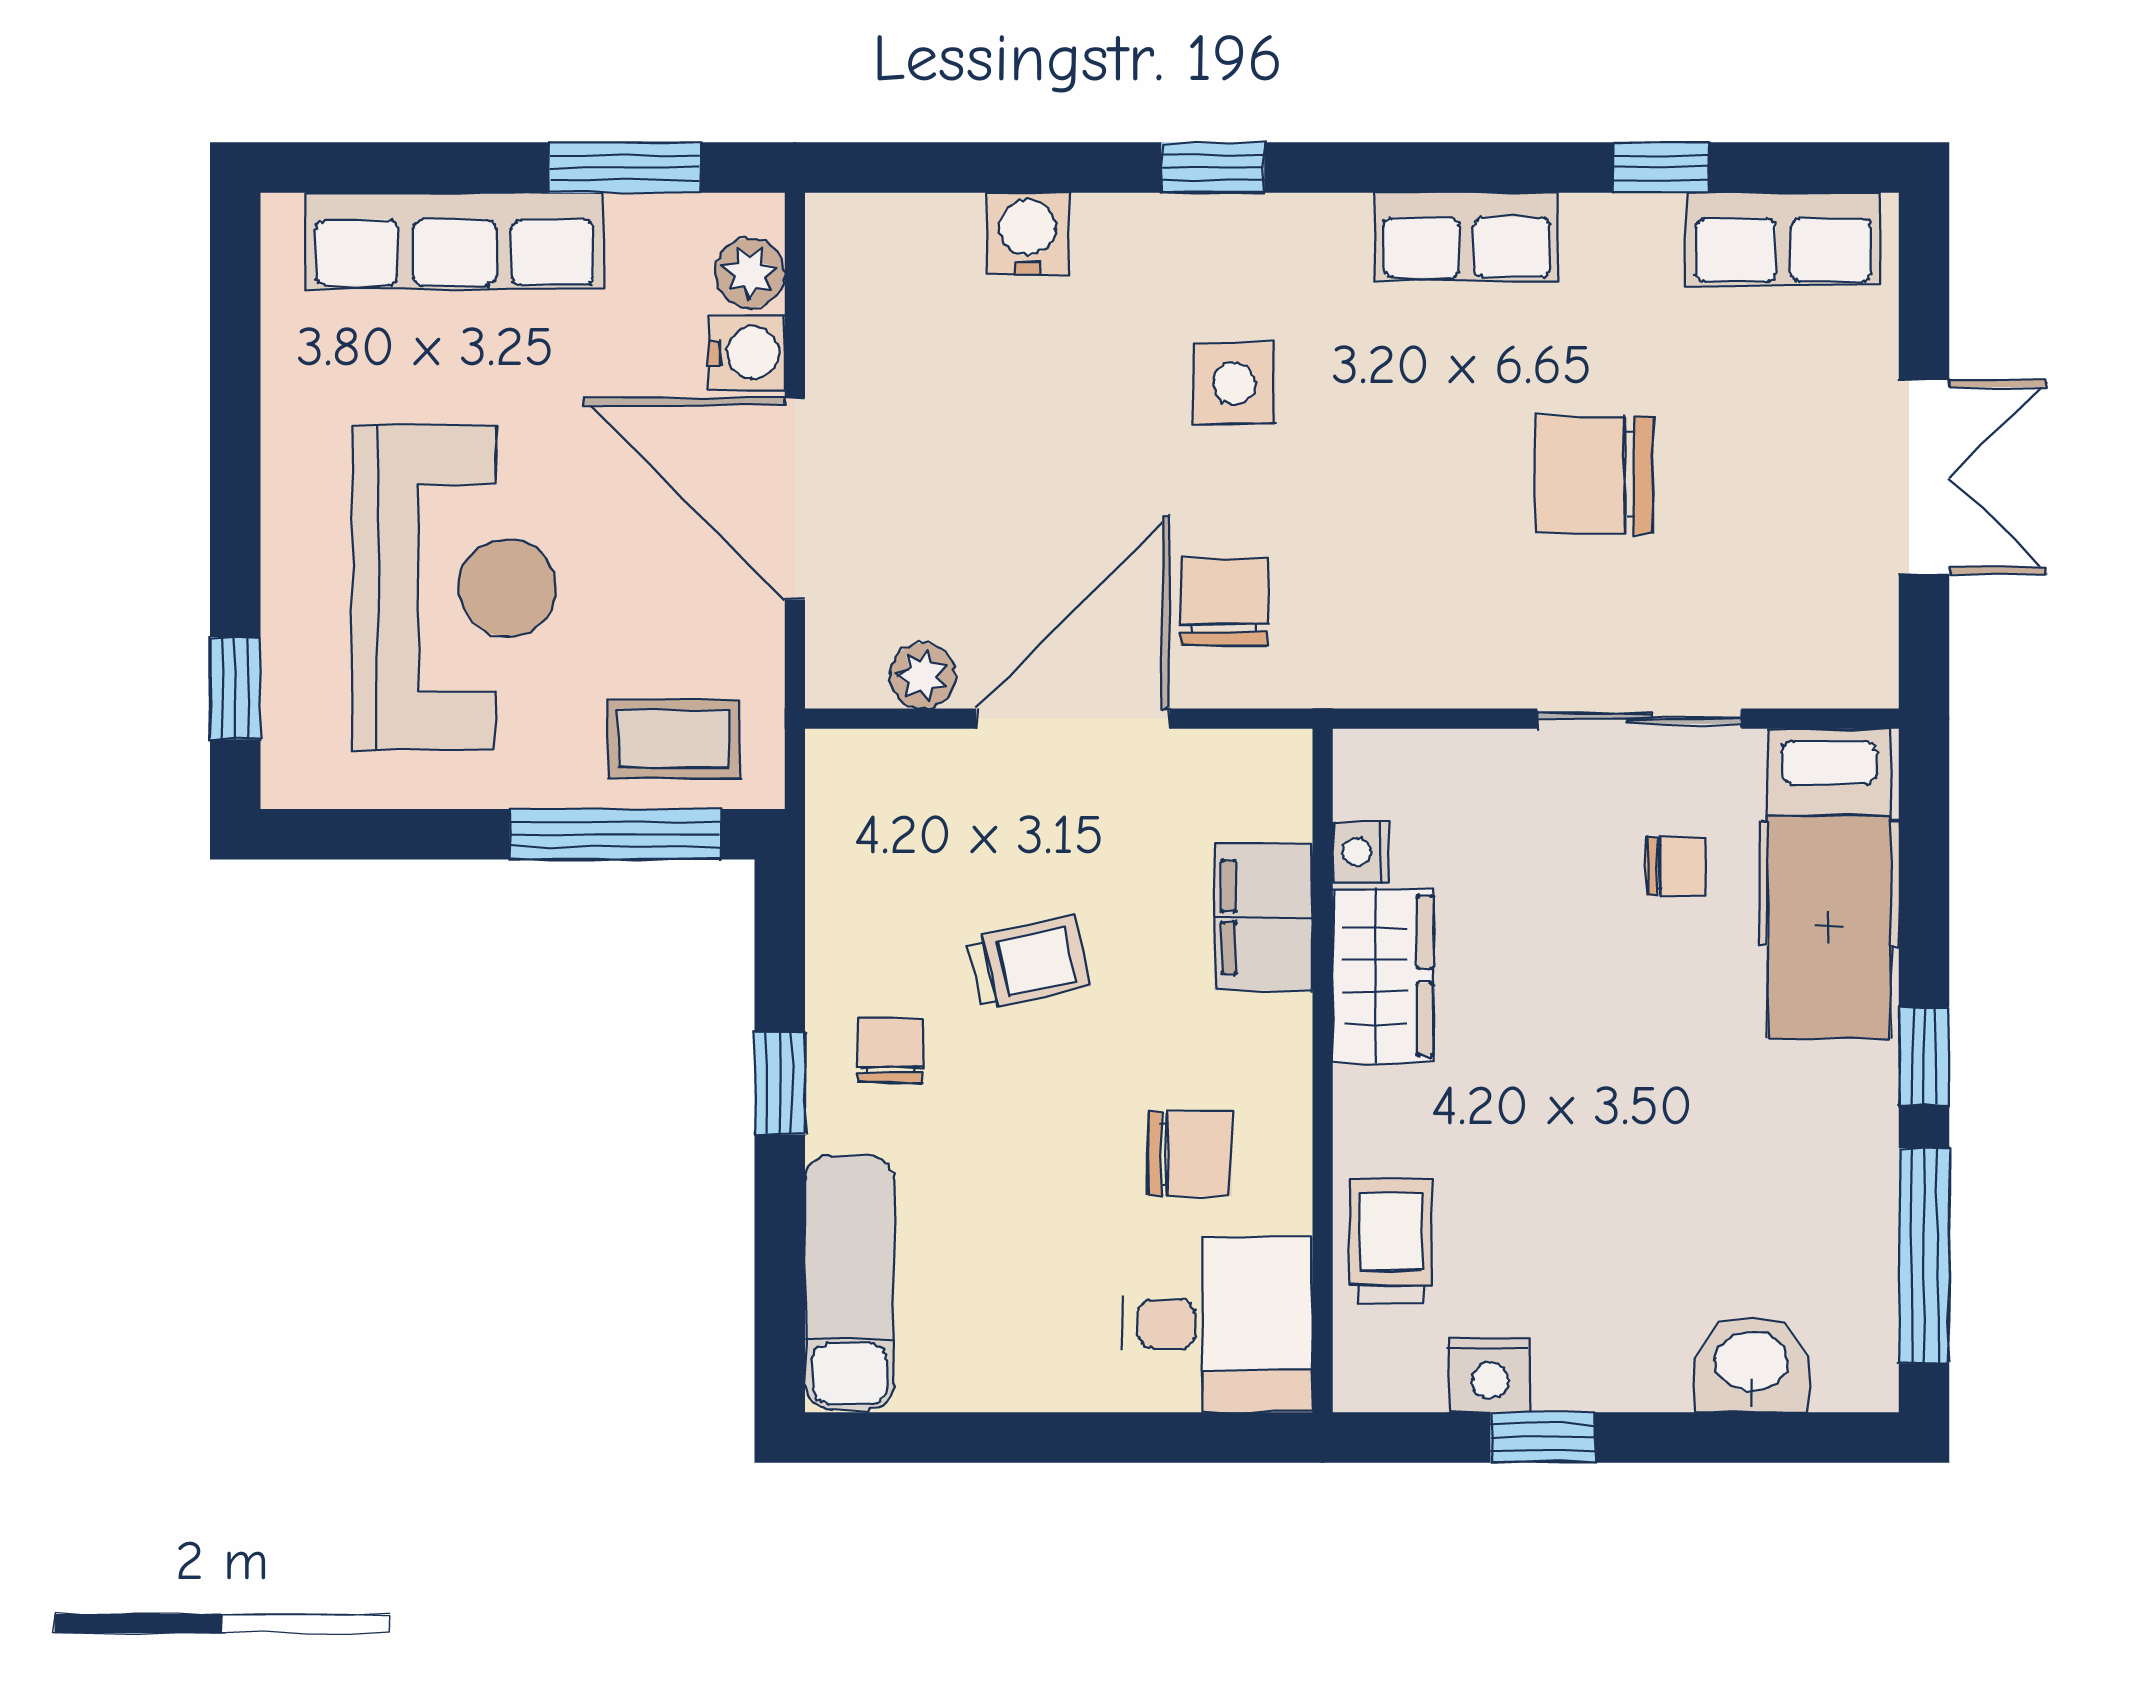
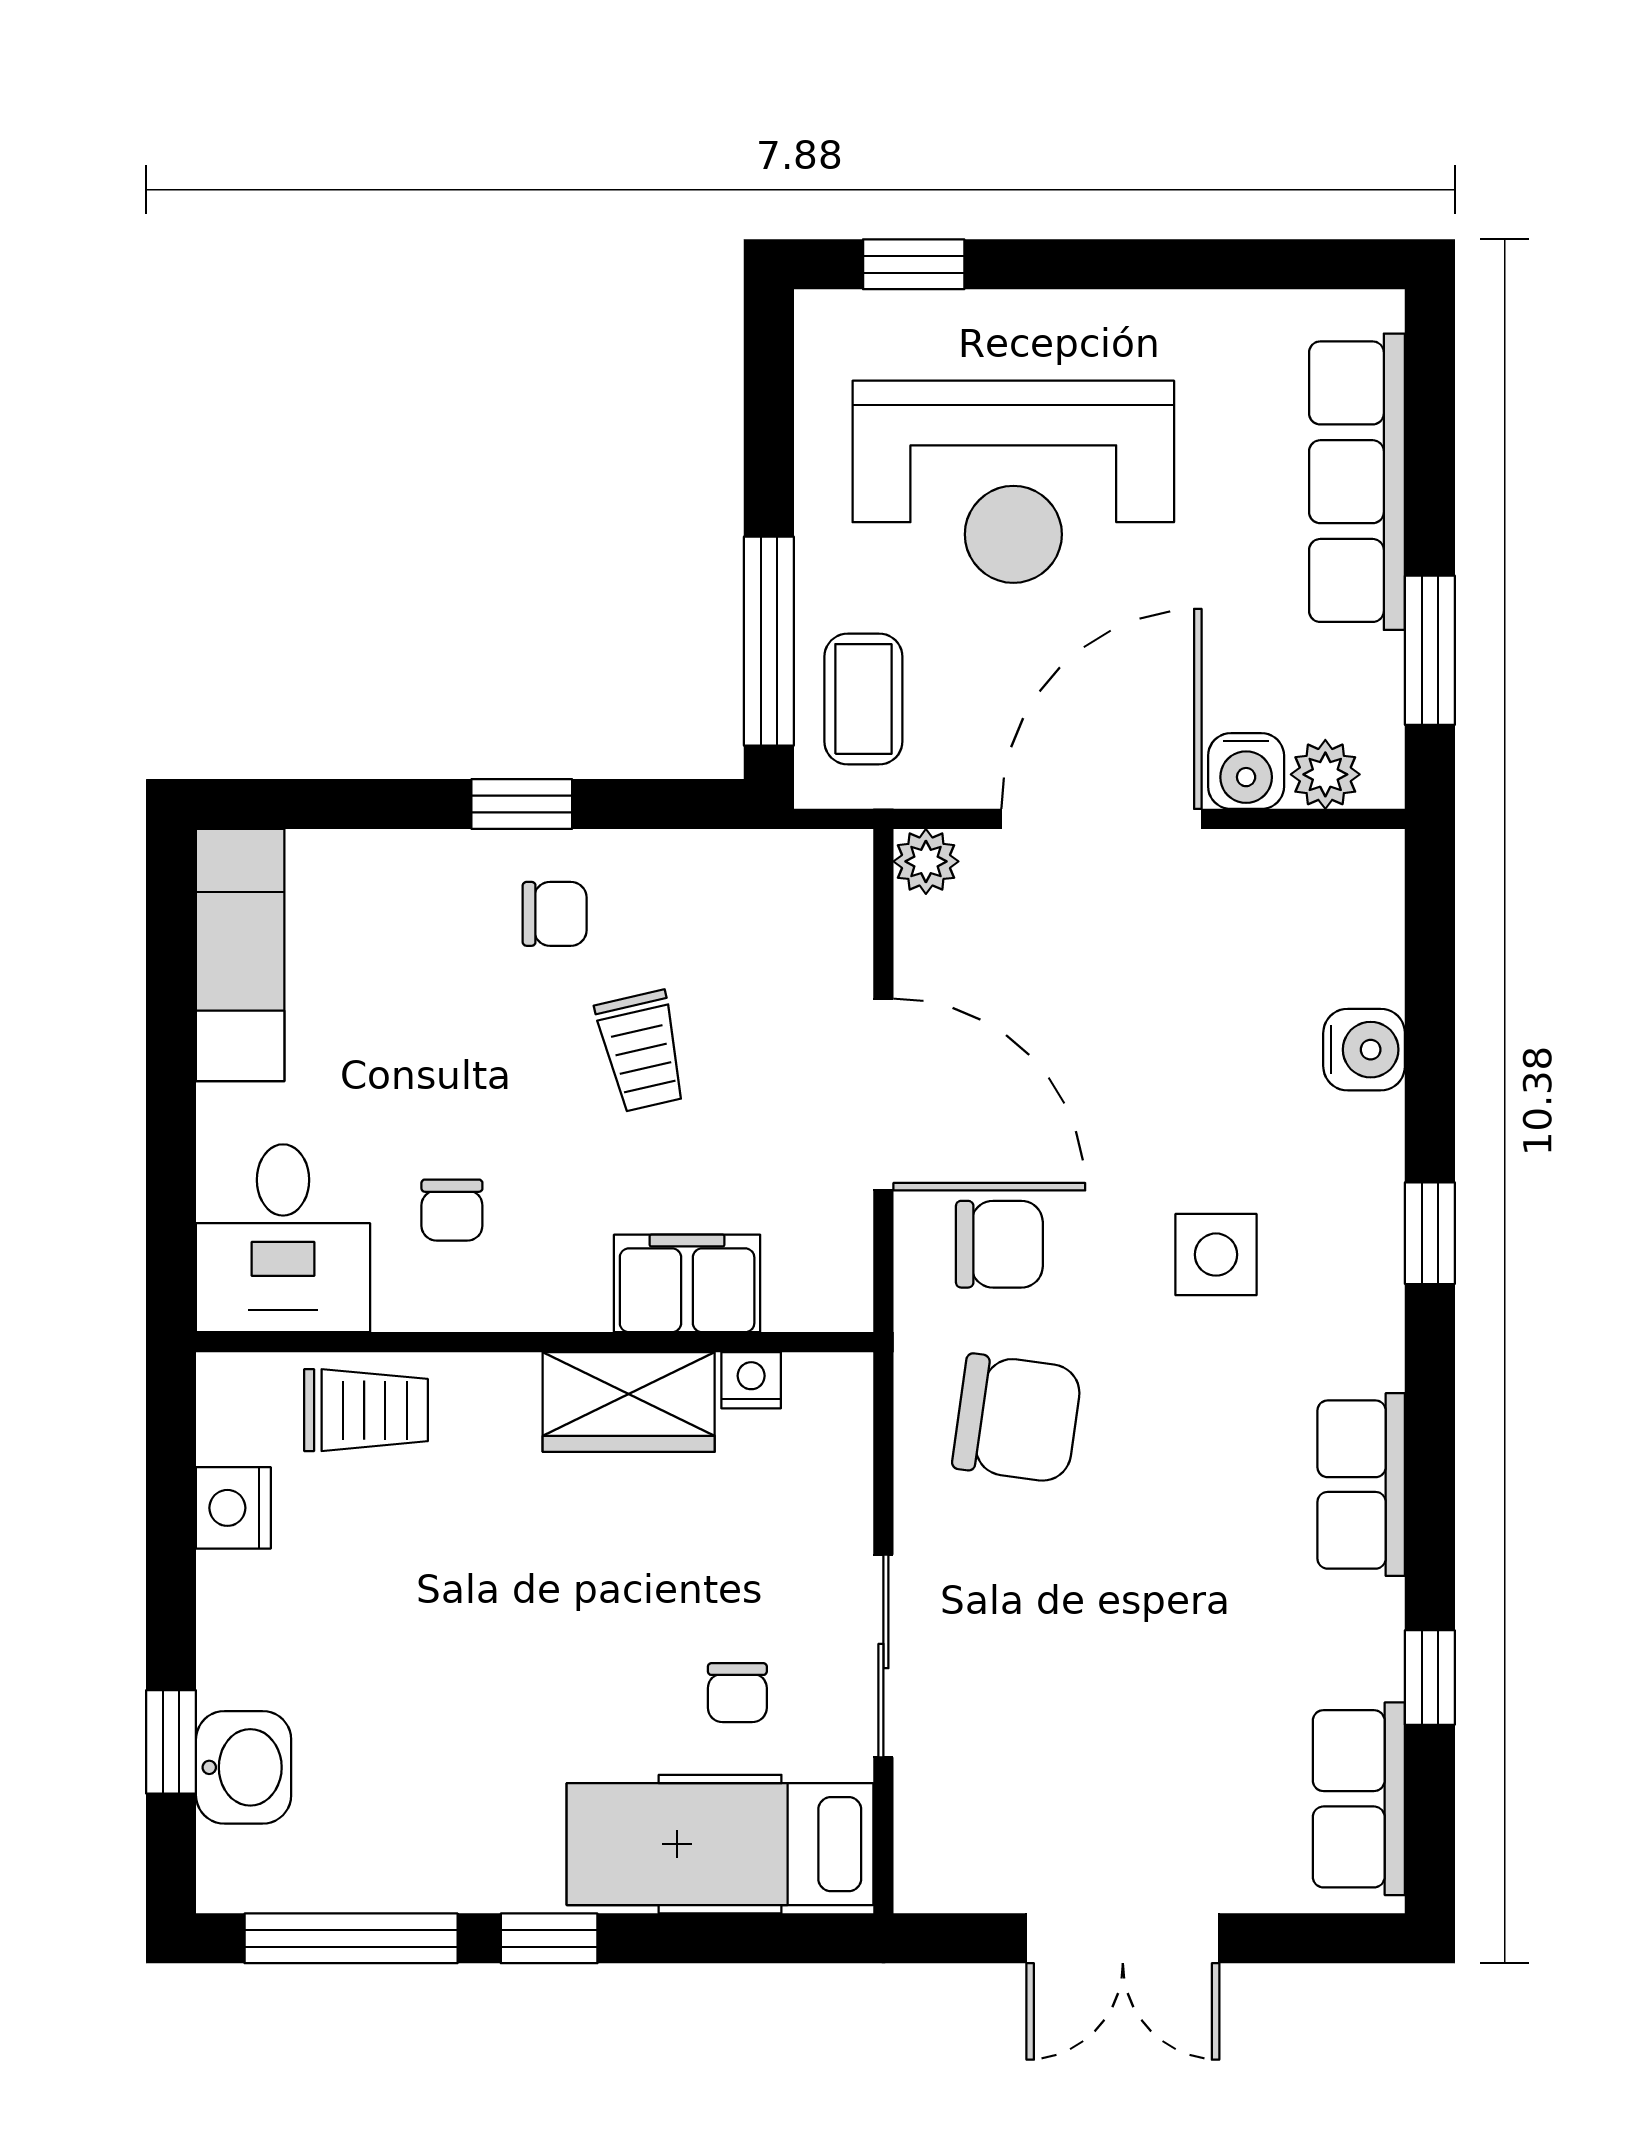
chair: (1594, 475) -> (1017, 1418), moved, turned 98
plant: (923, 676) -> (926, 861), moved
chair: (1189, 1154) -> (452, 1210), width x0.73, depth x0.73
exam couch: (849, 1282) -> (240, 955), moved, turned -90
window: (1543, 1437) -> (171, 1742), moved

